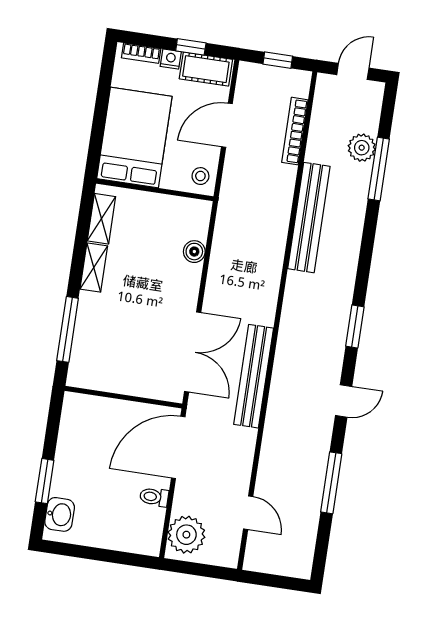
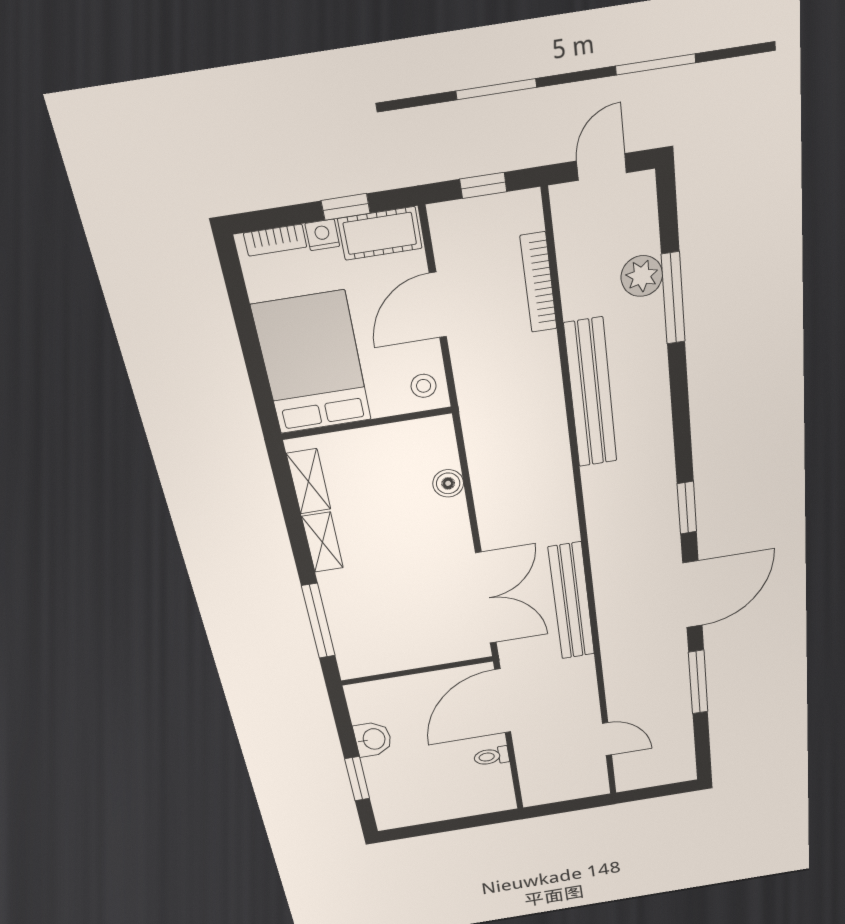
door: (344, 401) -> (692, 594), width x1.87
washbasin: (60, 514) -> (373, 739), moved
plant: (186, 535) -> (542, 780), removed

